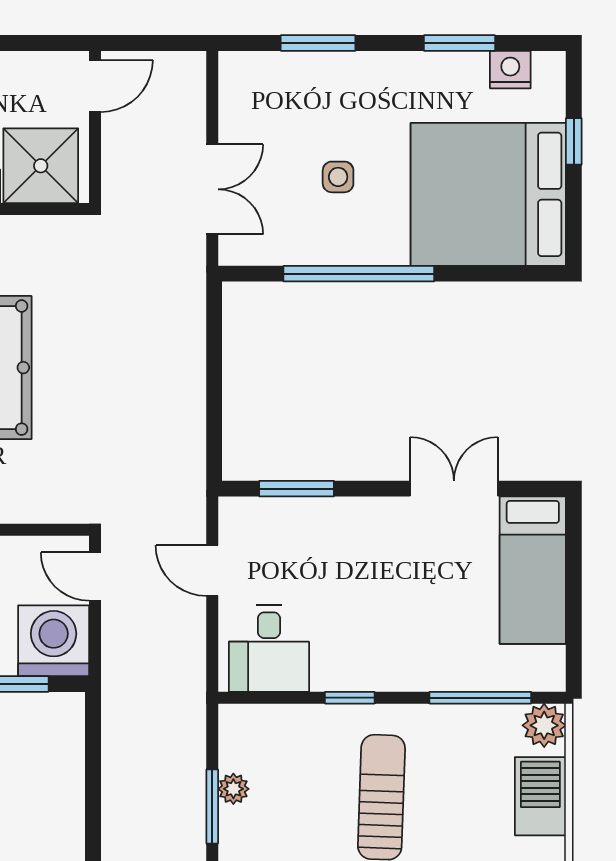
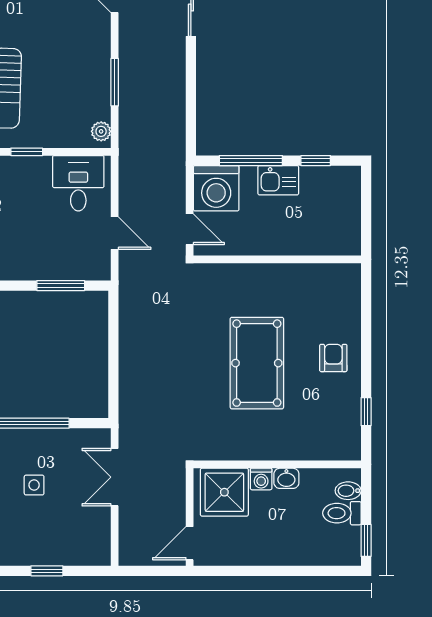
window: (318, 43) -> (47, 571), width x0.67
plant: (233, 789) -> (101, 131), moved

